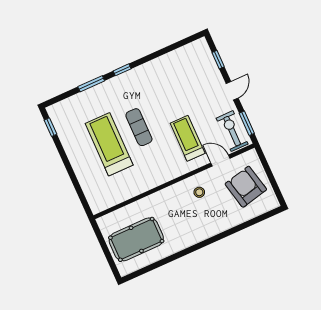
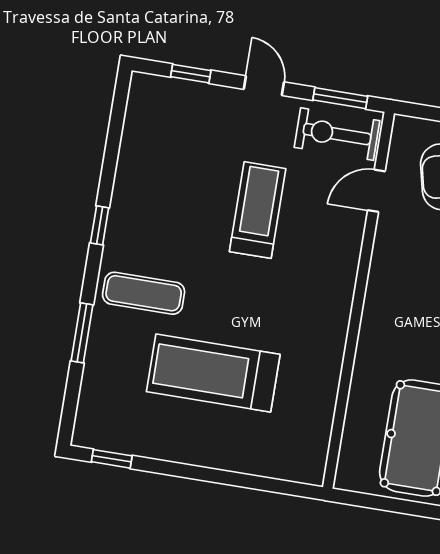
window: (122, 70) -> (100, 225), moved
exercise mat: (139, 127) -> (144, 293), moved
treadmill: (188, 138) -> (258, 210), moved, turned 90
stool: (199, 192) -> (409, 267), removed

